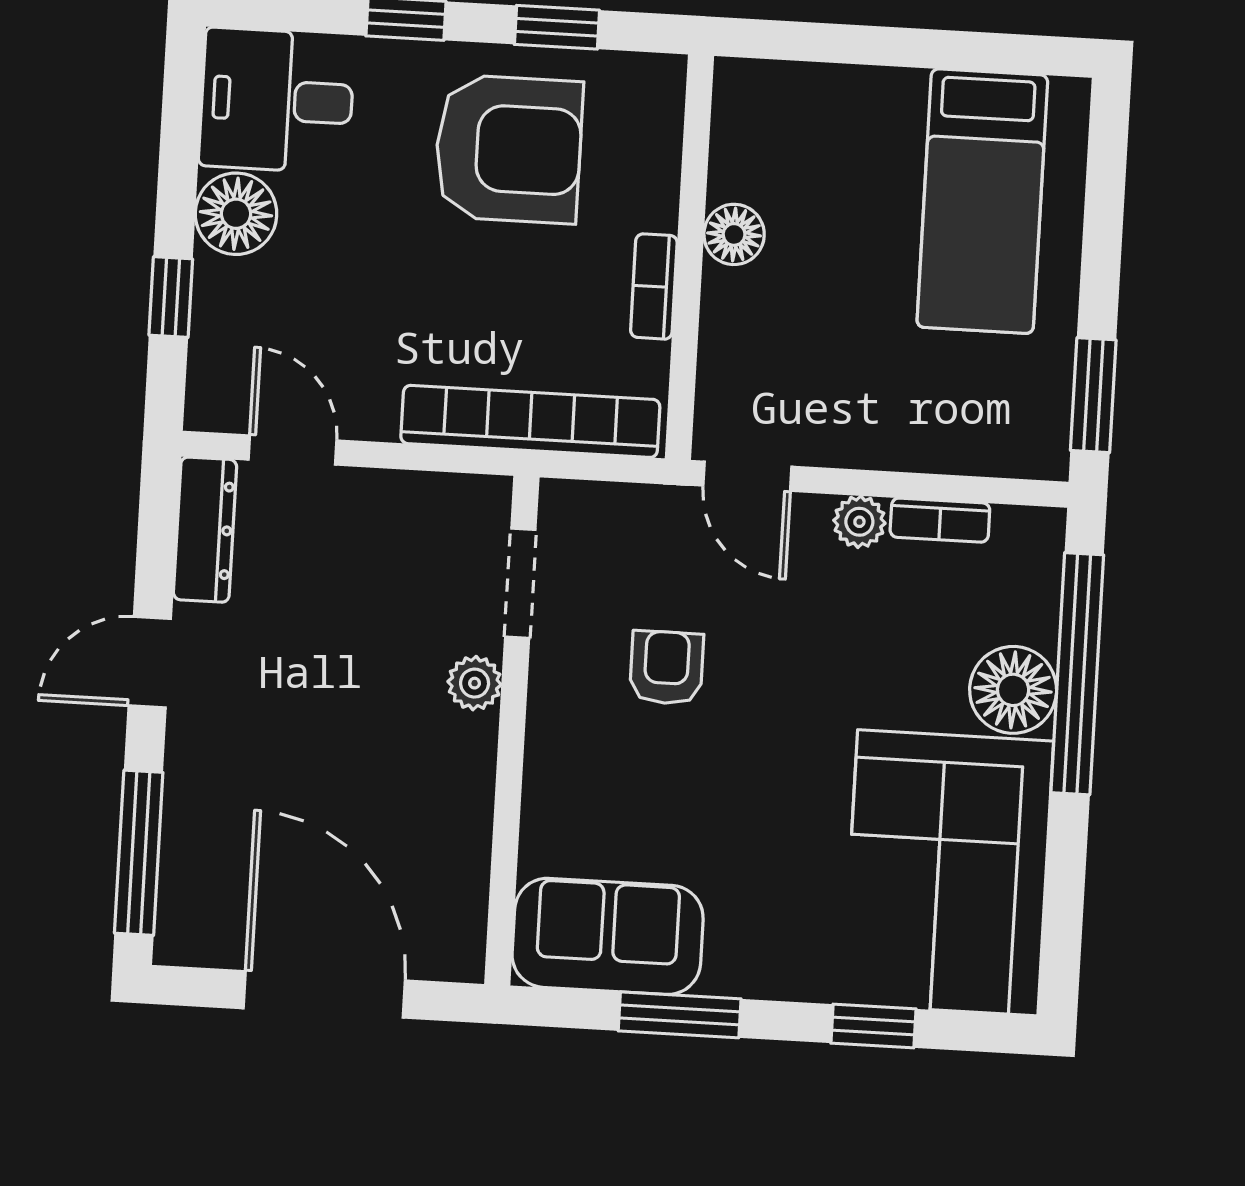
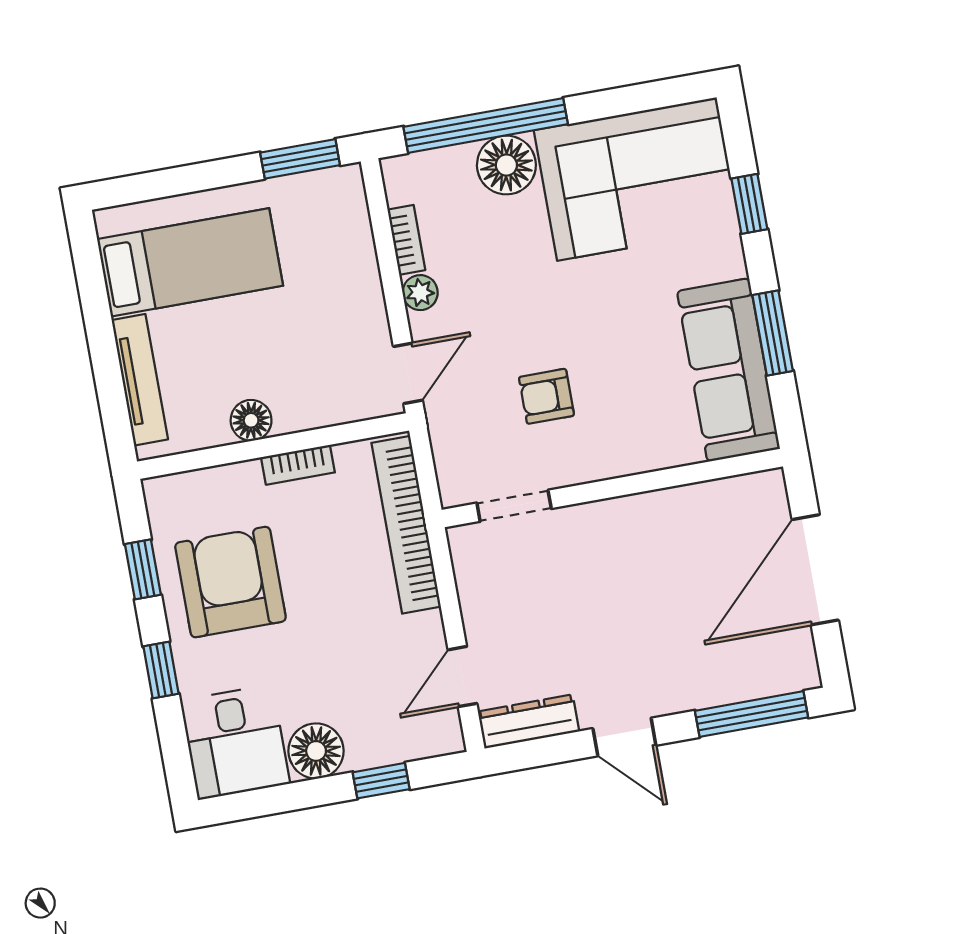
tv unit: (831, 88) -> (140, 380), added
plant: (475, 683) -> (587, 520), removed
sofa: (608, 936) -> (728, 370), width x1.36

